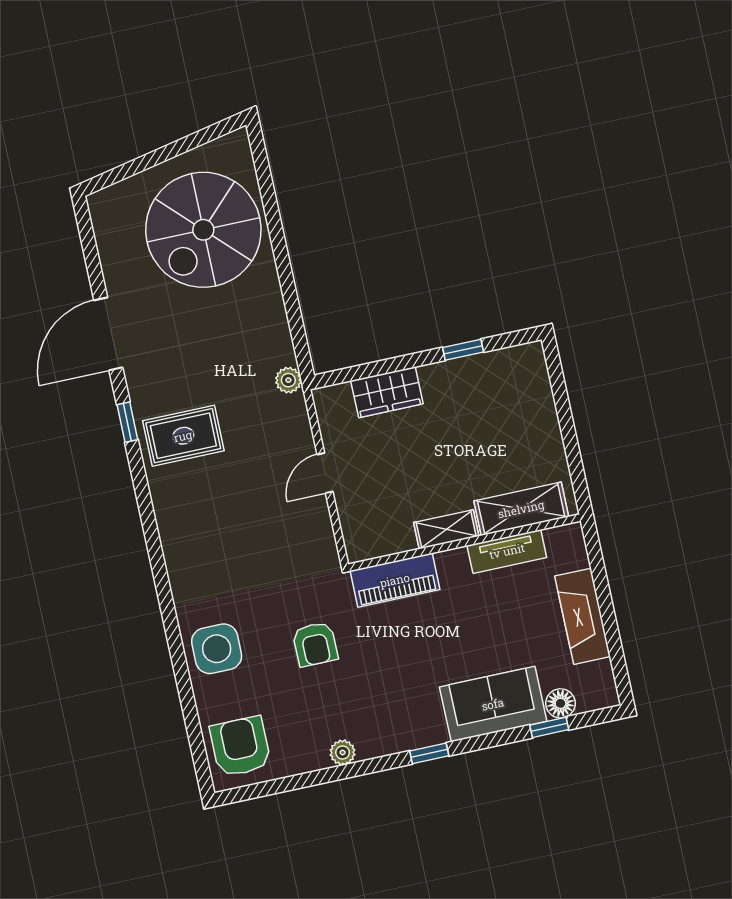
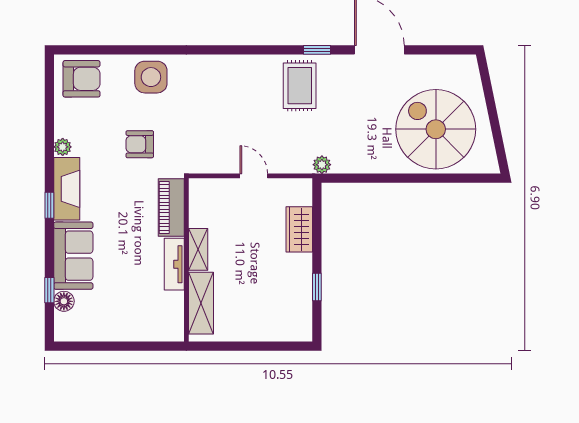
tv unit: (507, 551) -> (174, 264), moved
fireplace: (583, 616) -> (67, 189), moved, turned 90

